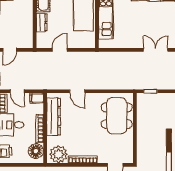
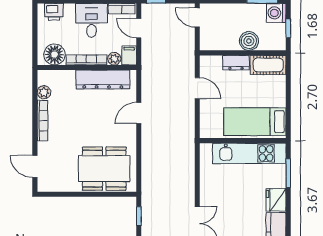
boiler: (26, 13) -> (249, 41), added
door: (17, 91) -> (139, 28), hinge flipped
plant: (39, 109) -> (114, 59), added
plant: (58, 154) -> (44, 92), width x0.53, depth x0.53

